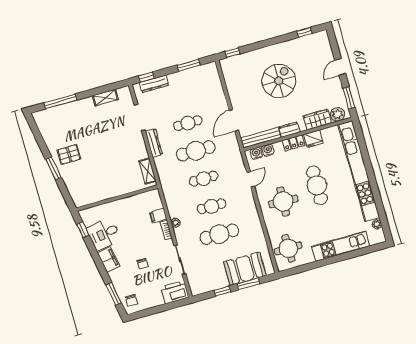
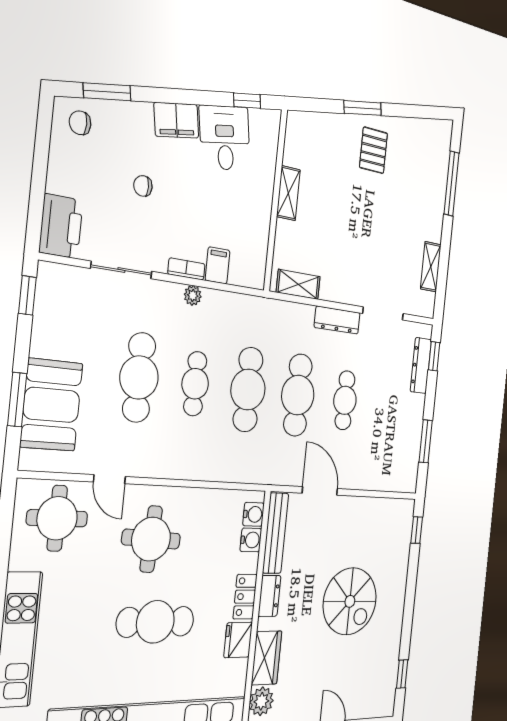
cafe table: (204, 179) -> (248, 390), width x1.37, depth x1.35
door: (251, 179) -> (109, 479), moved
shelving: (111, 193) -> (288, 193), added
window: (222, 291) -> (27, 295), moved

